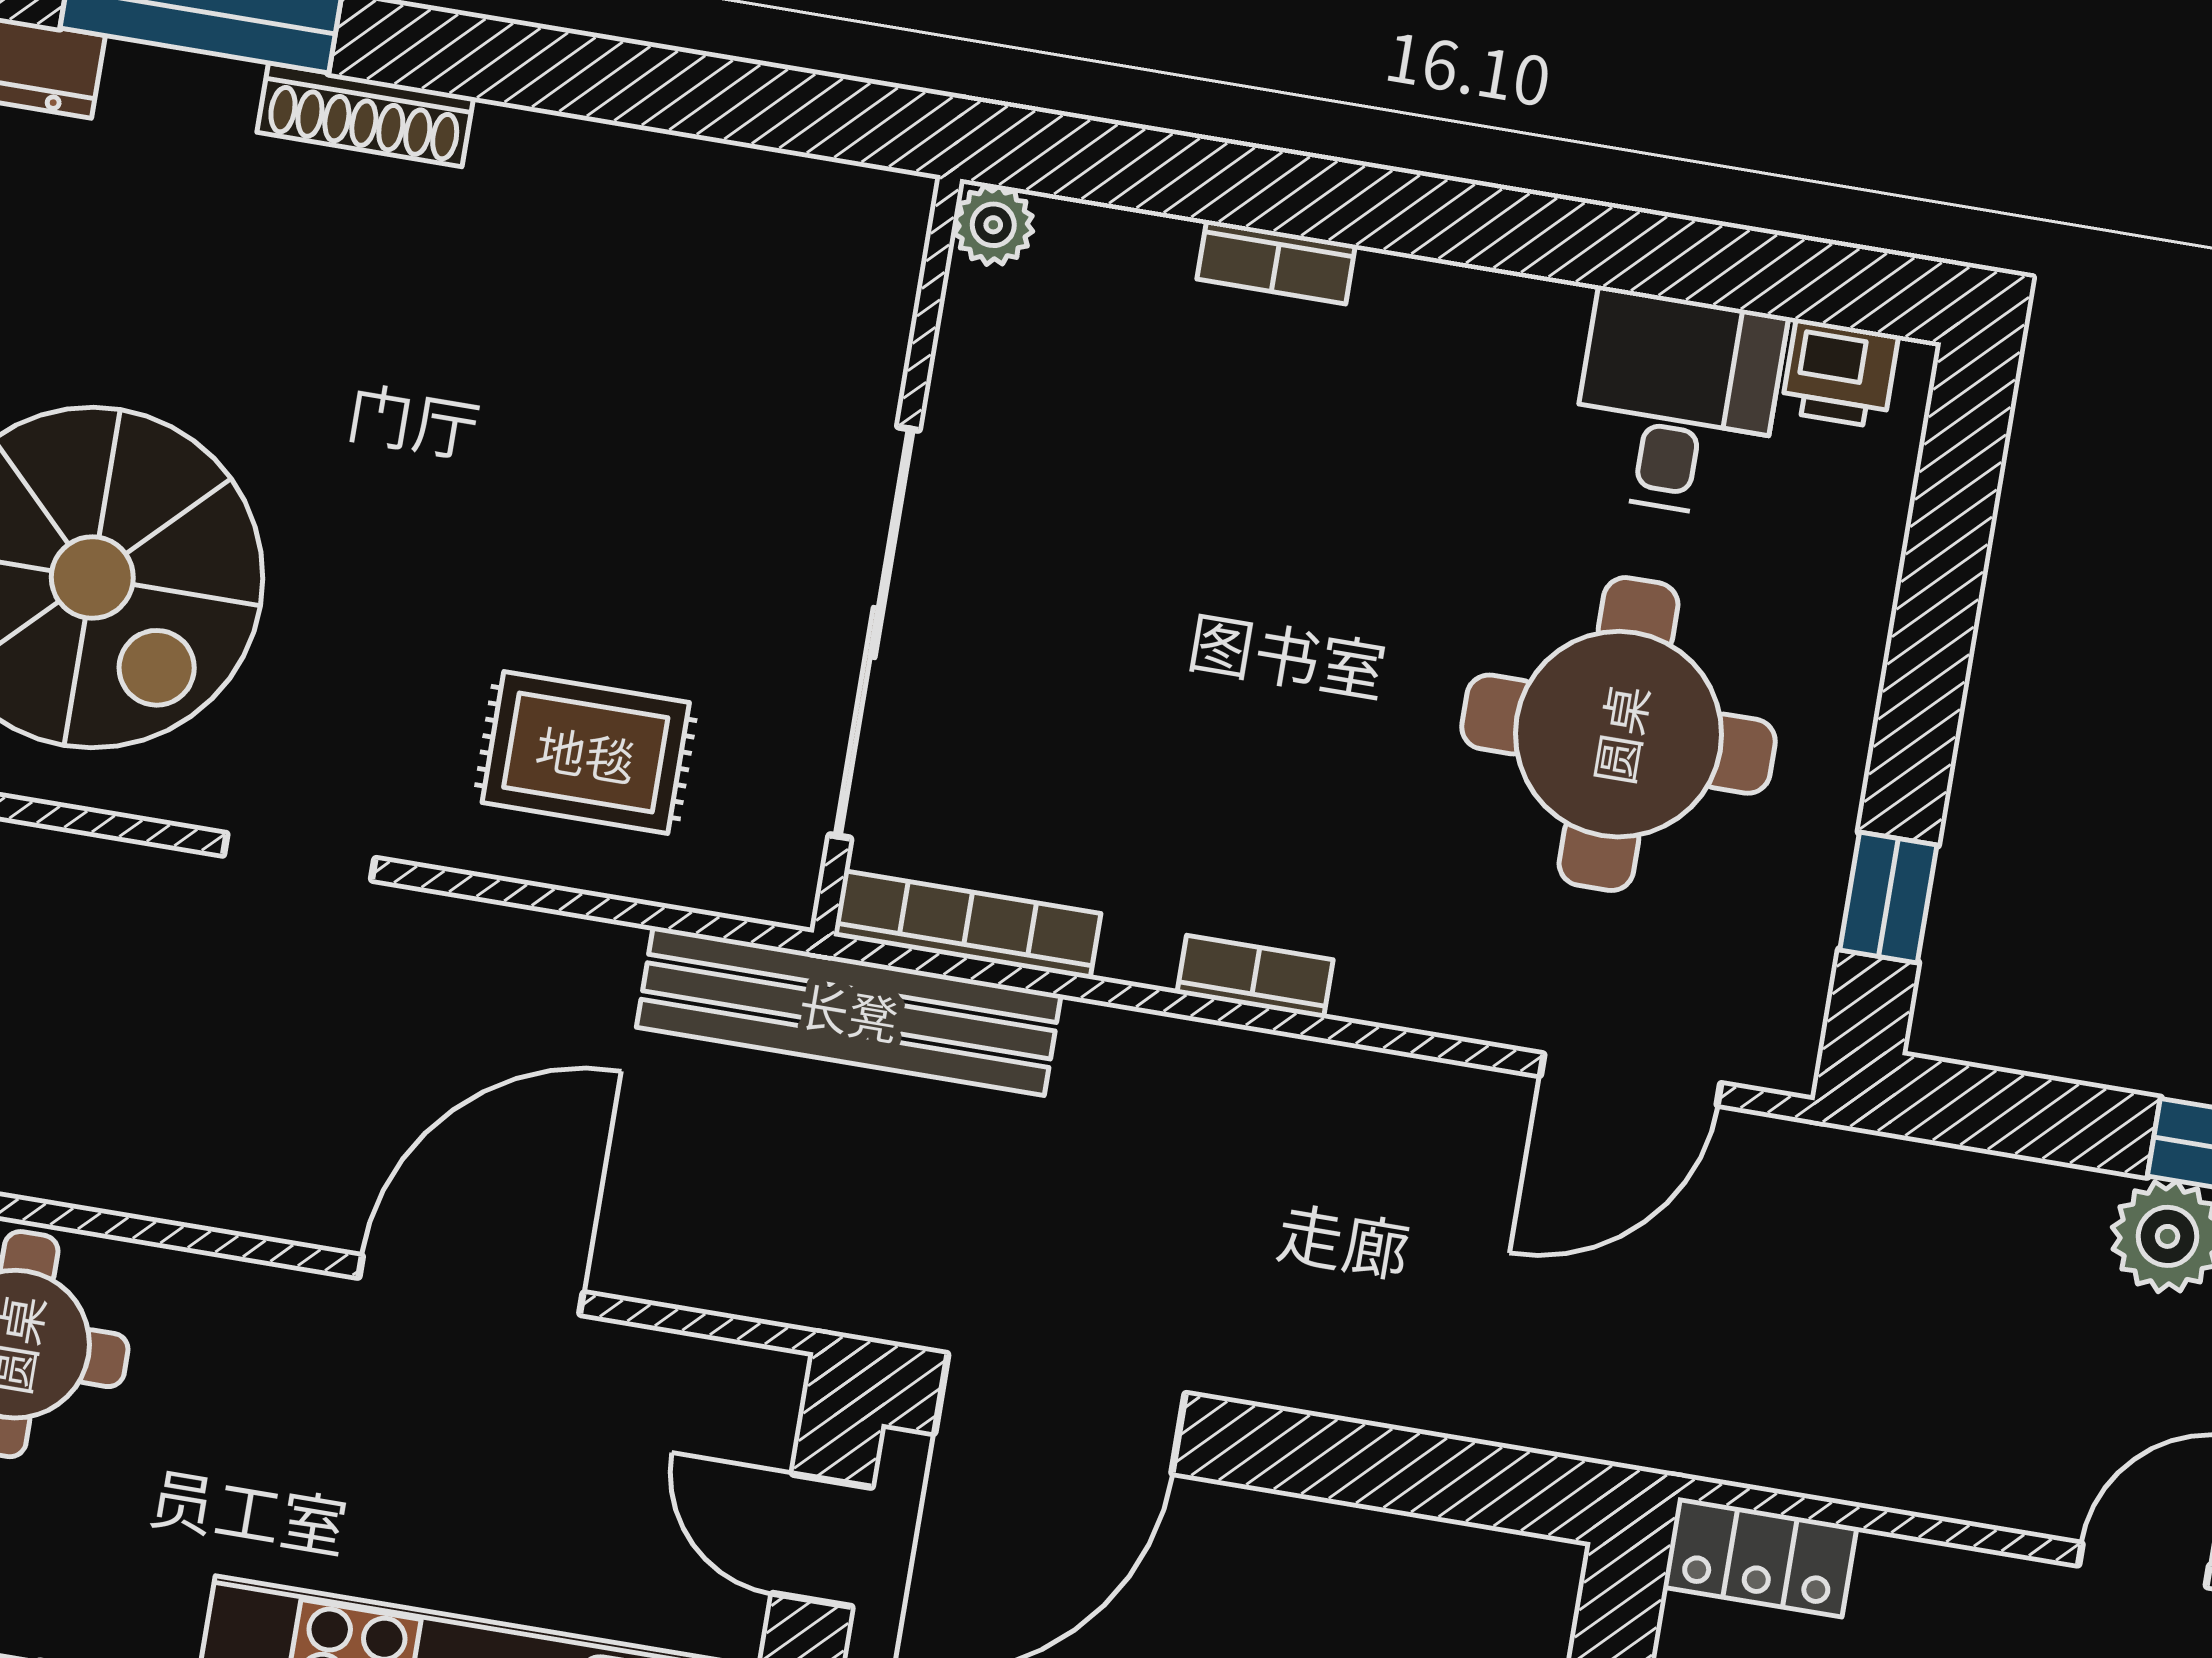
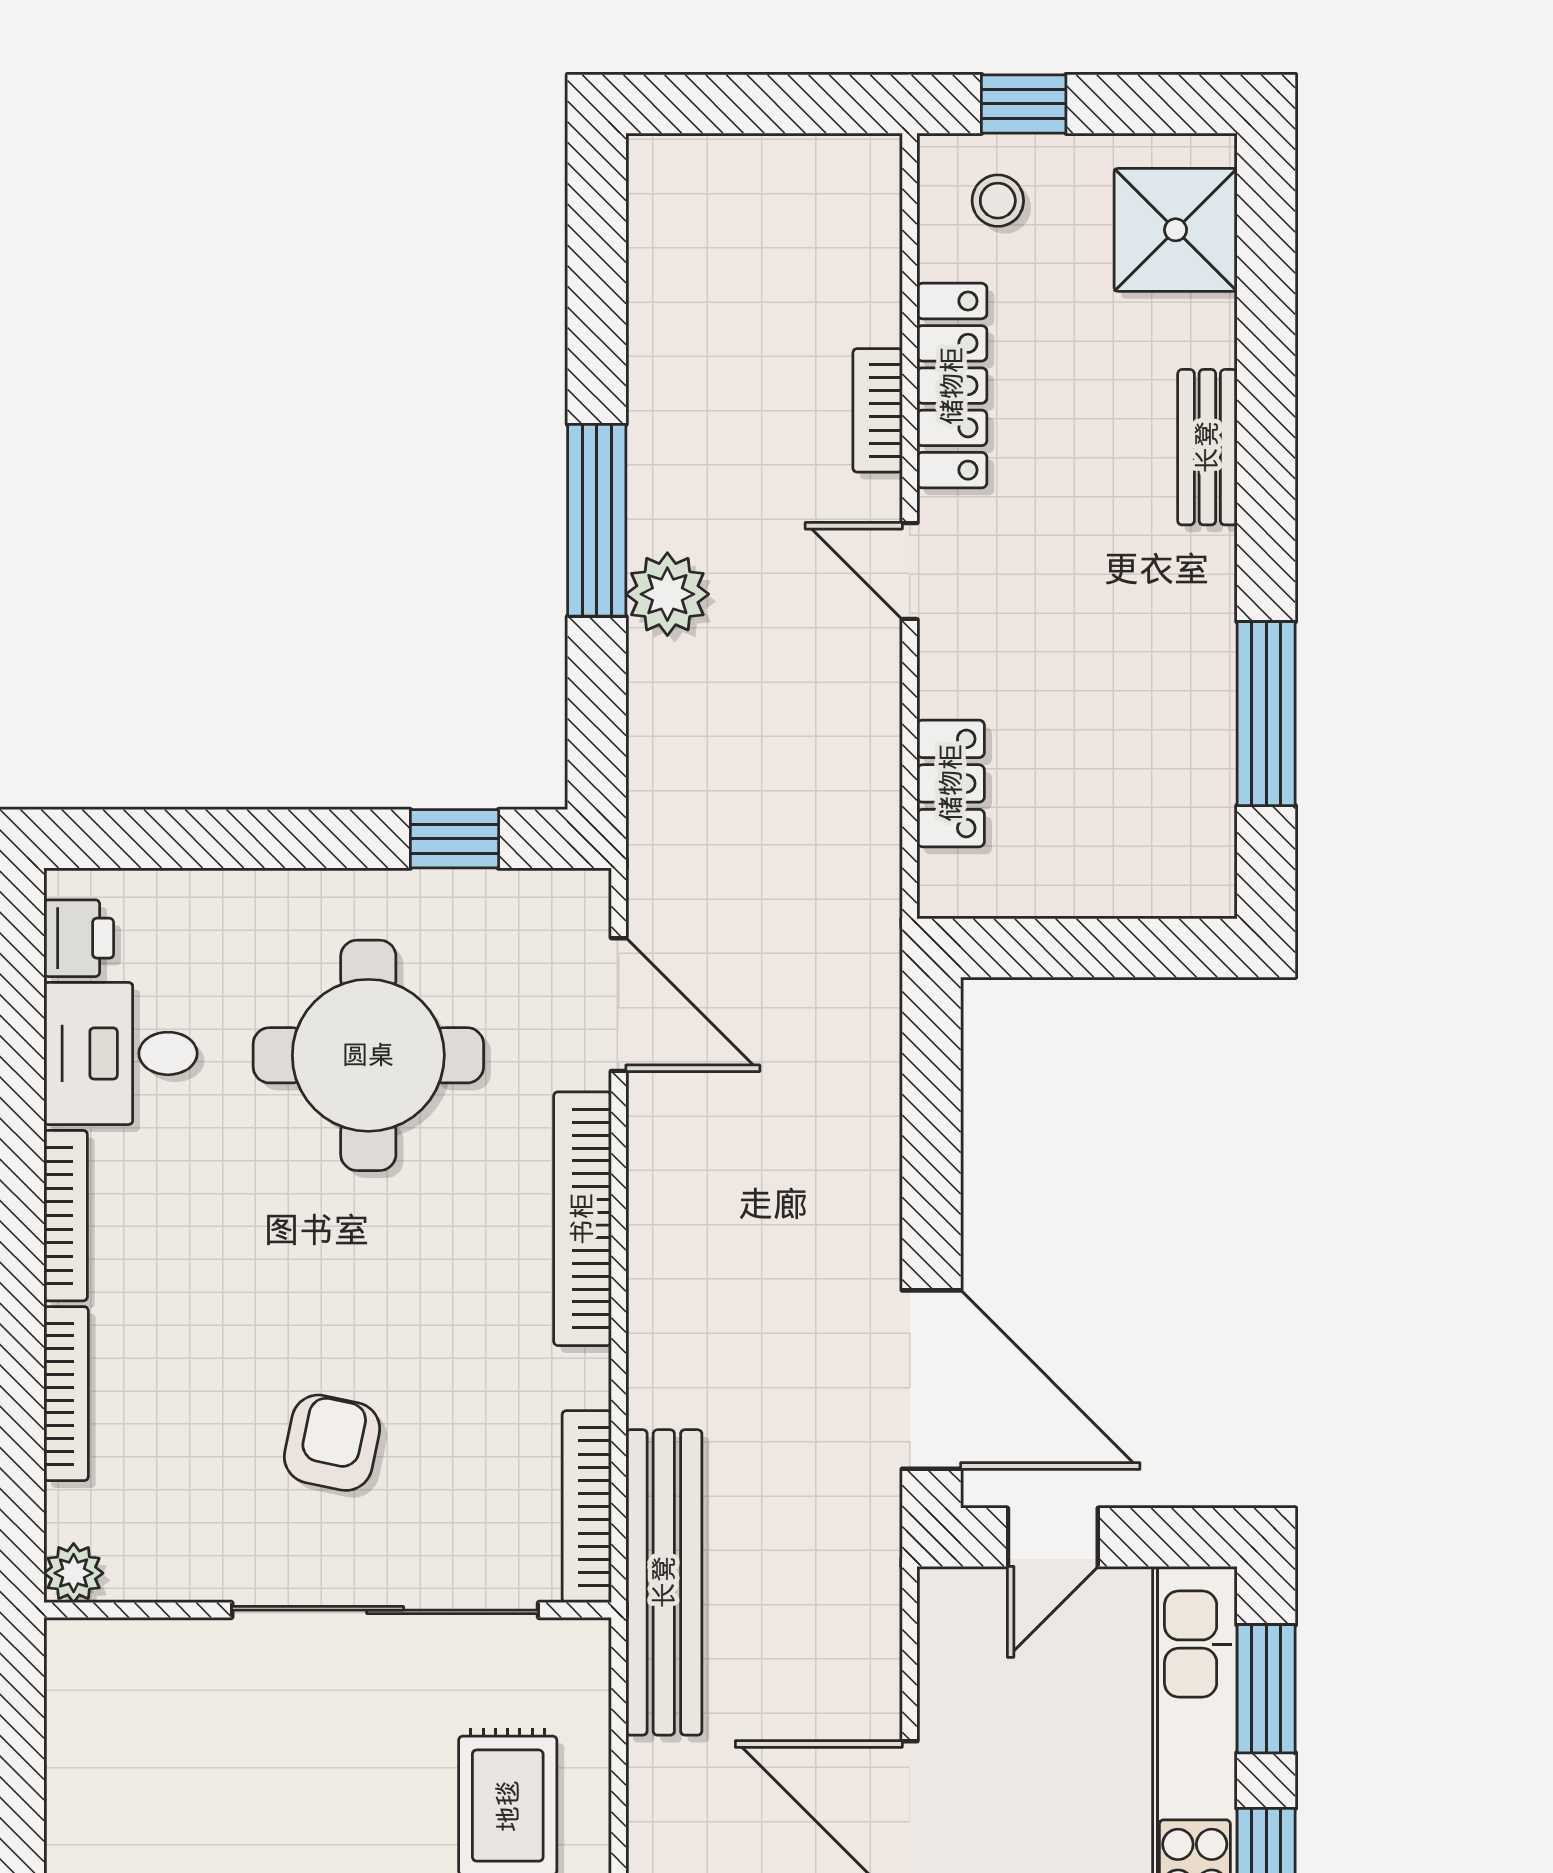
bookcase: (1276, 262) -> (66, 1394), width x1.56
bookcase: (1472, 294) -> (66, 1216), added
armchair: (1109, 599) -> (332, 1443), added
bookcase: (1255, 977) -> (582, 1219), width x2.31, depth x1.31
locker: (1760, 1557) -> (951, 783), moved

